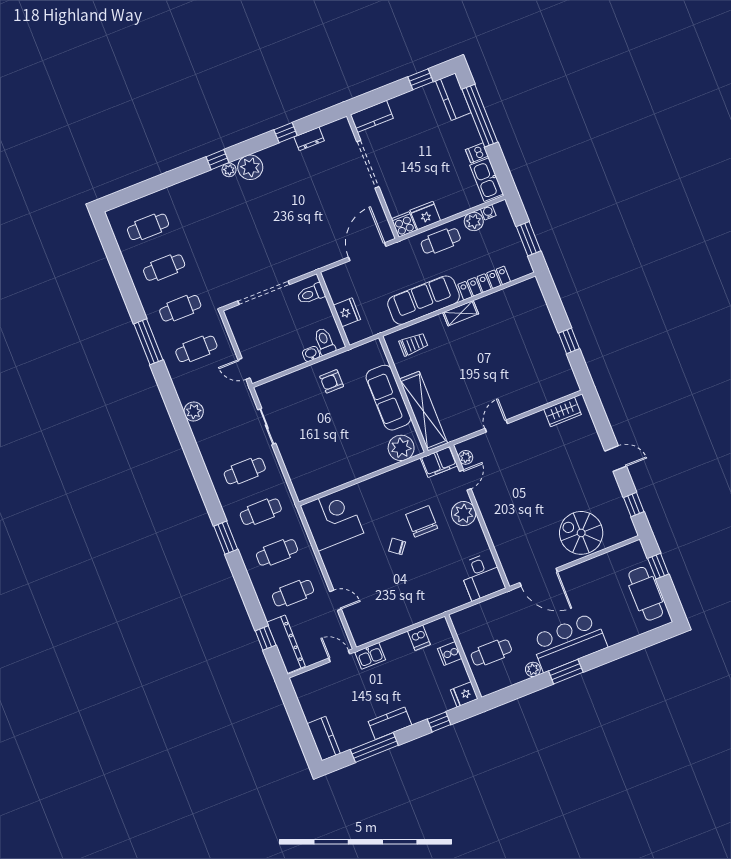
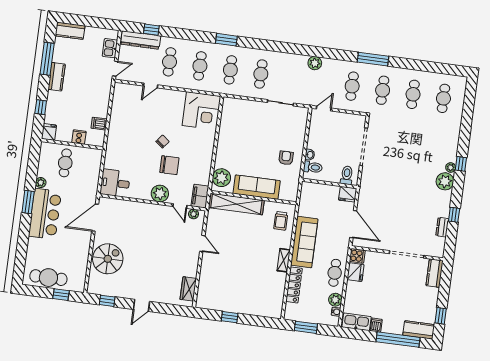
fridge: (347, 312) -> (348, 194), moved
kitchen sink: (370, 656) -> (110, 48), moved

